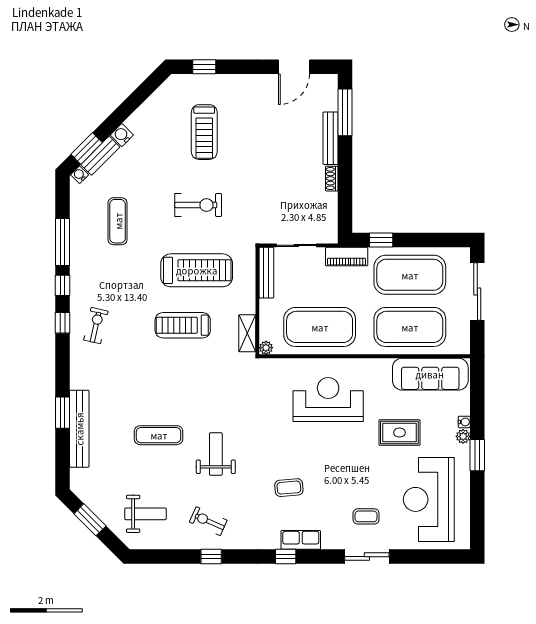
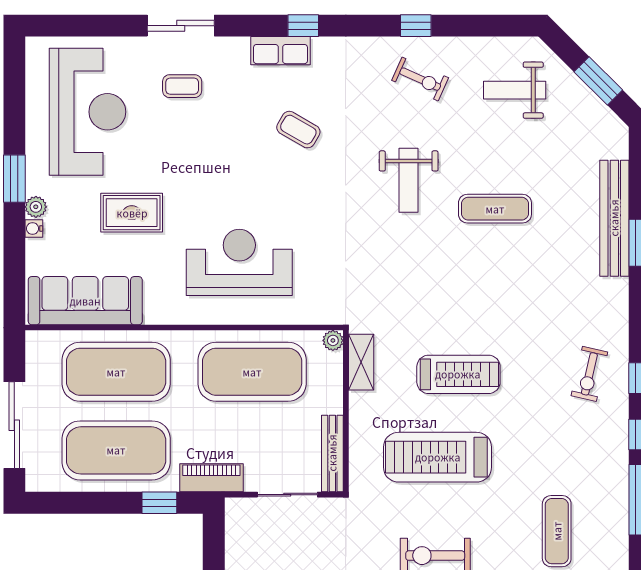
reception desk: (328, 400) -> (239, 262), turned 180
coffee table: (289, 488) -> (298, 130), turned 35

